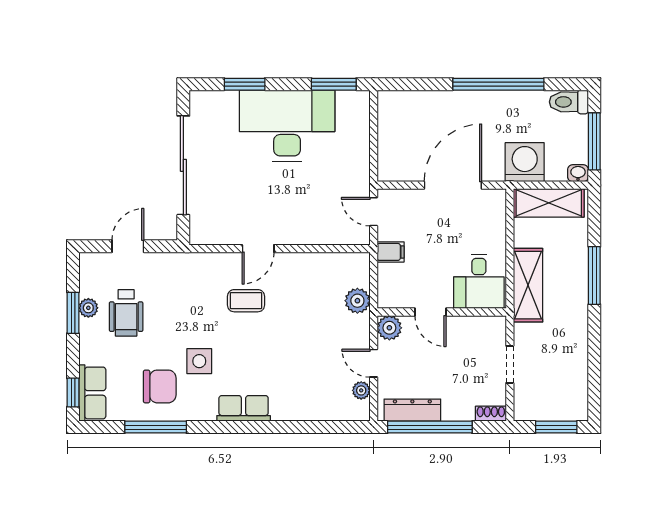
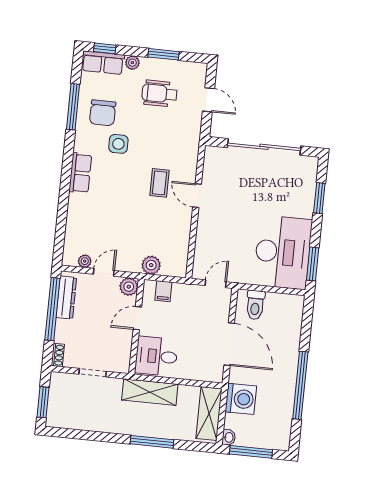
toilet: (569, 102) -> (255, 305), moved, turned 180
desk: (287, 126) -> (283, 252), moved
filing cabinet: (391, 252) -> (163, 291), moved
plant: (88, 308) -> (132, 63), moved

